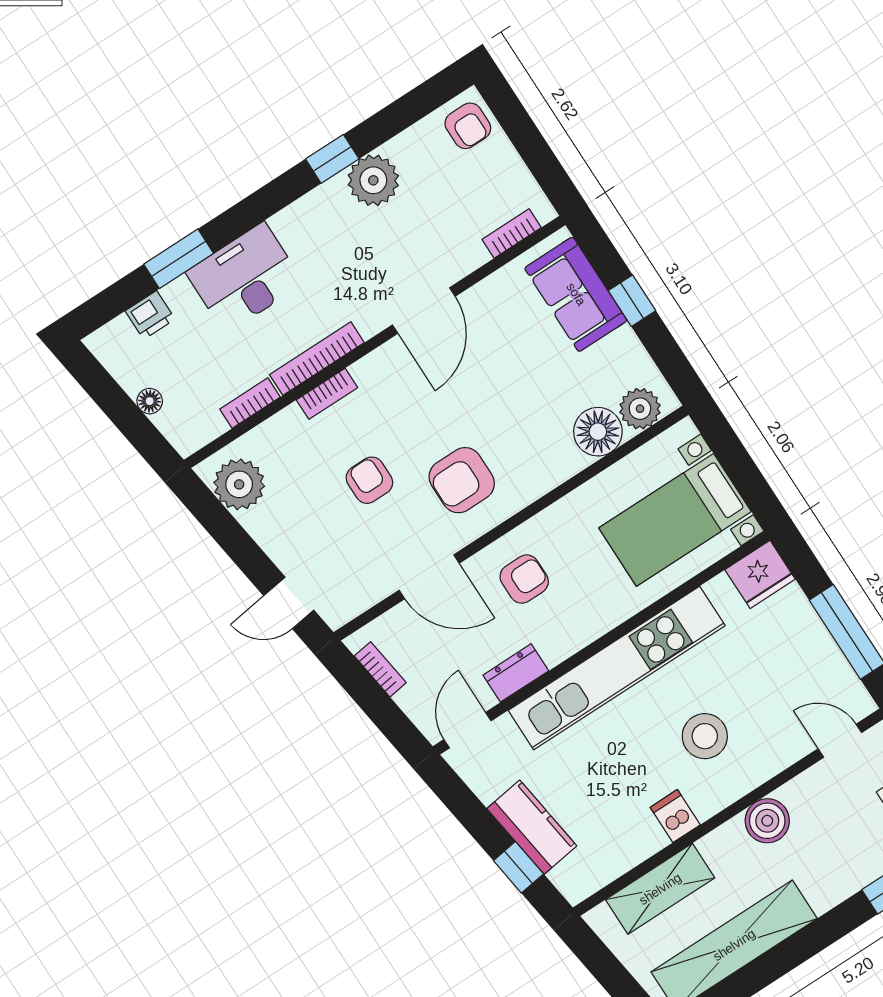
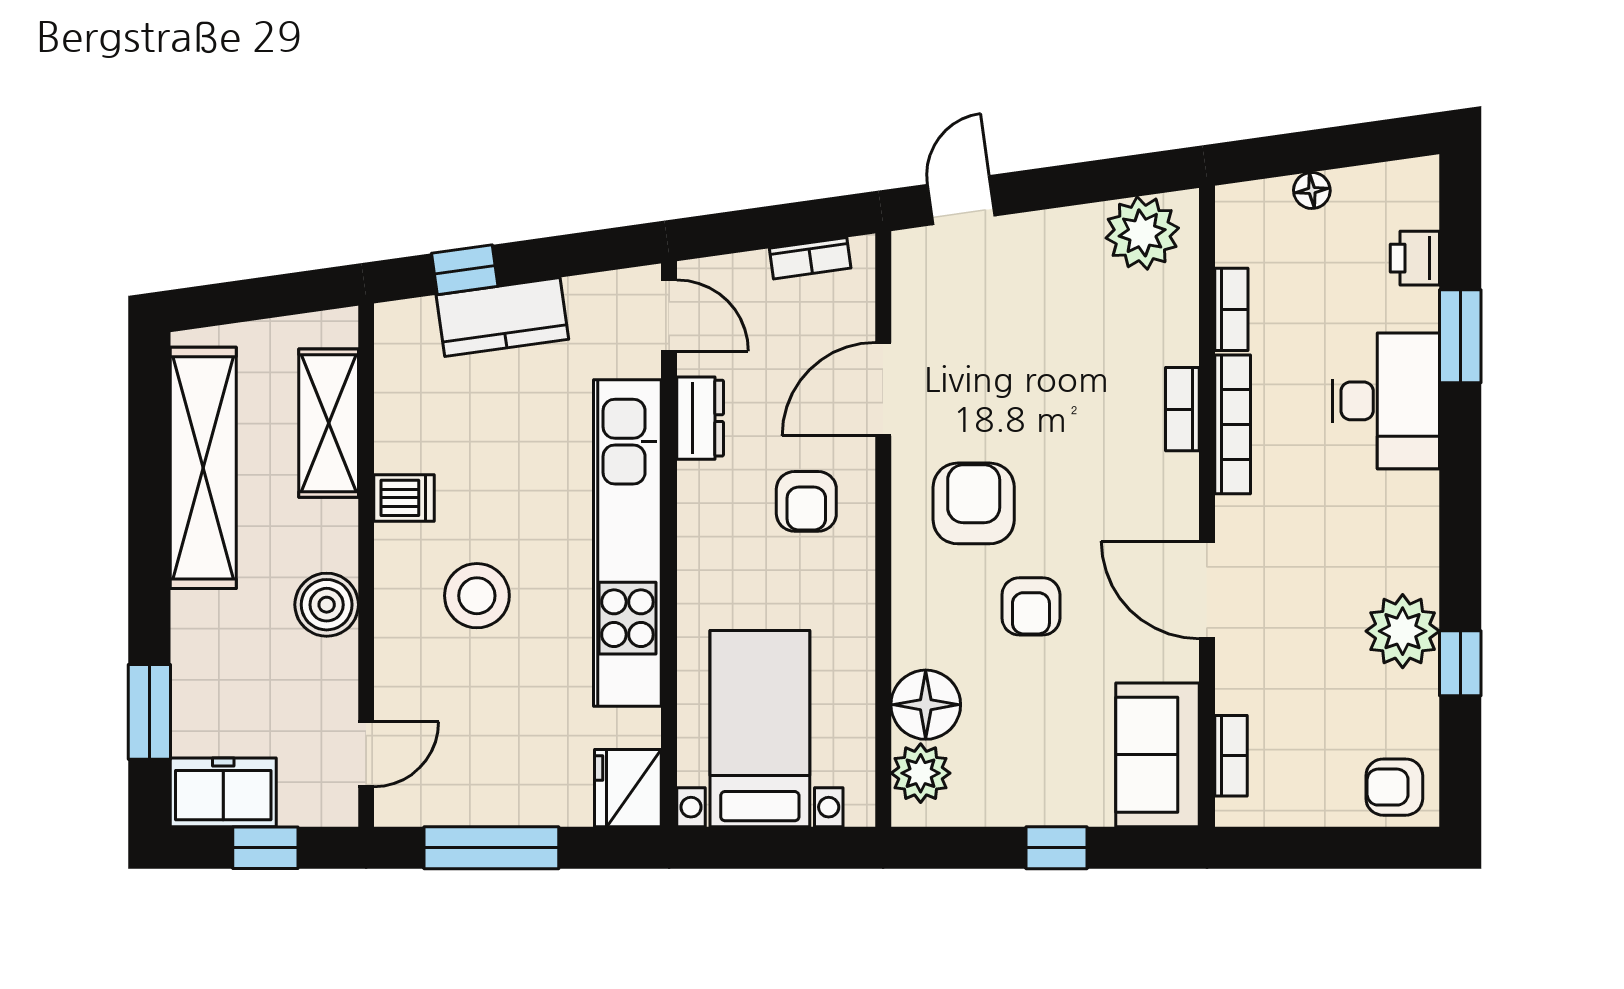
window: (332, 159) -> (1460, 663), moved
sofa: (576, 294) -> (1158, 755), moved, turned -90
armchair: (369, 480) -> (1031, 606), moved, turned 90

